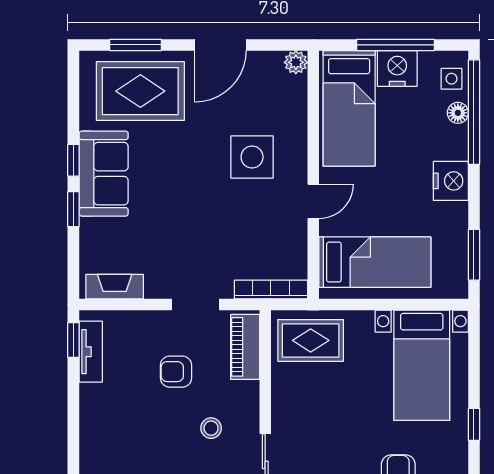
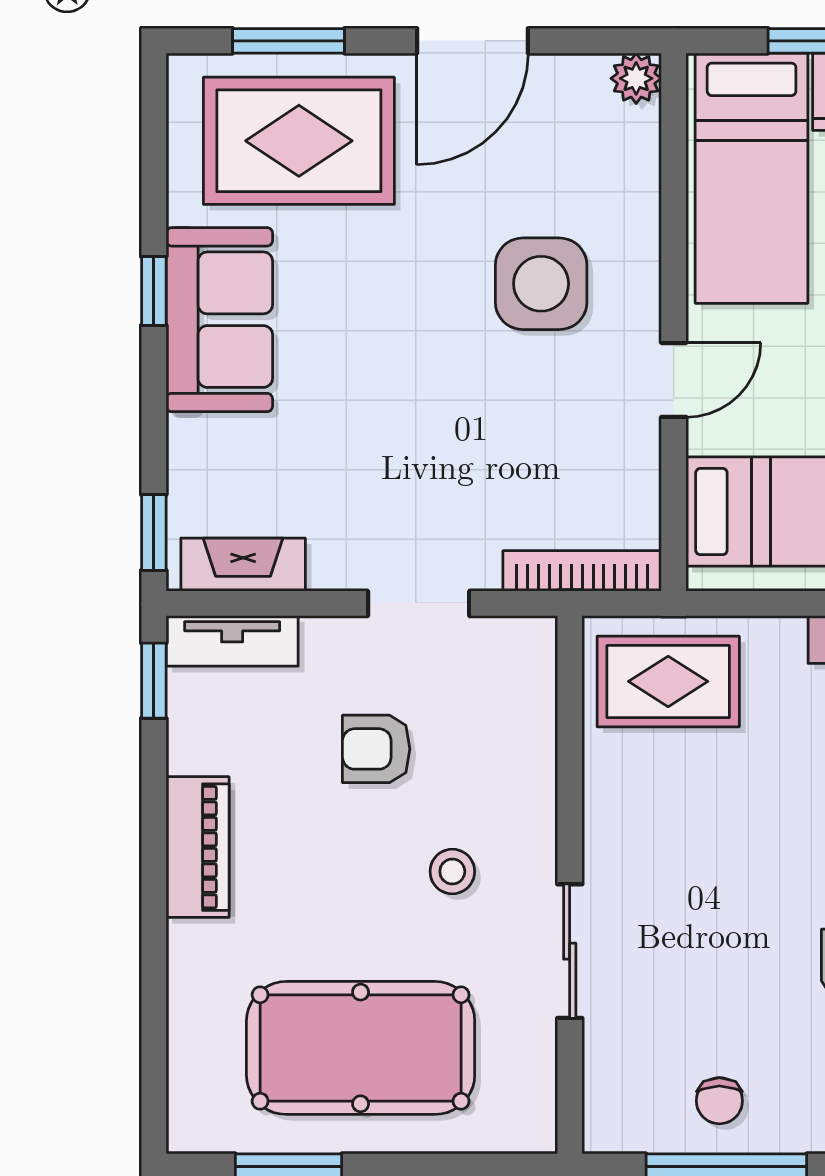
window: (73, 209) -> (154, 532), moved
piano: (245, 347) -> (198, 847), moved, turned 180
tv unit: (91, 352) -> (232, 641), moved, turned 90

